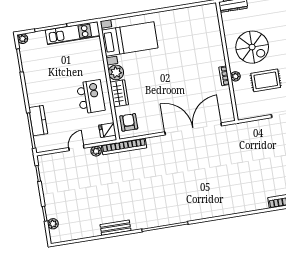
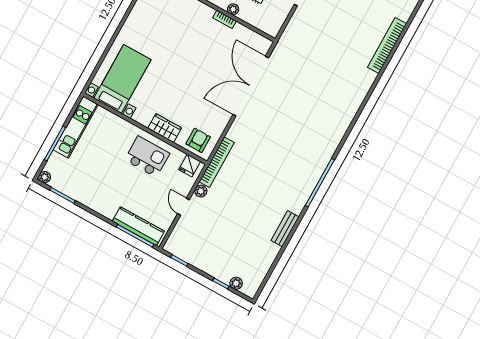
plant: (116, 72) -> (143, 116), removed
kitchen counter: (38, 121) -> (138, 226), width x1.50
armchair: (129, 122) -> (198, 140), turned 90

